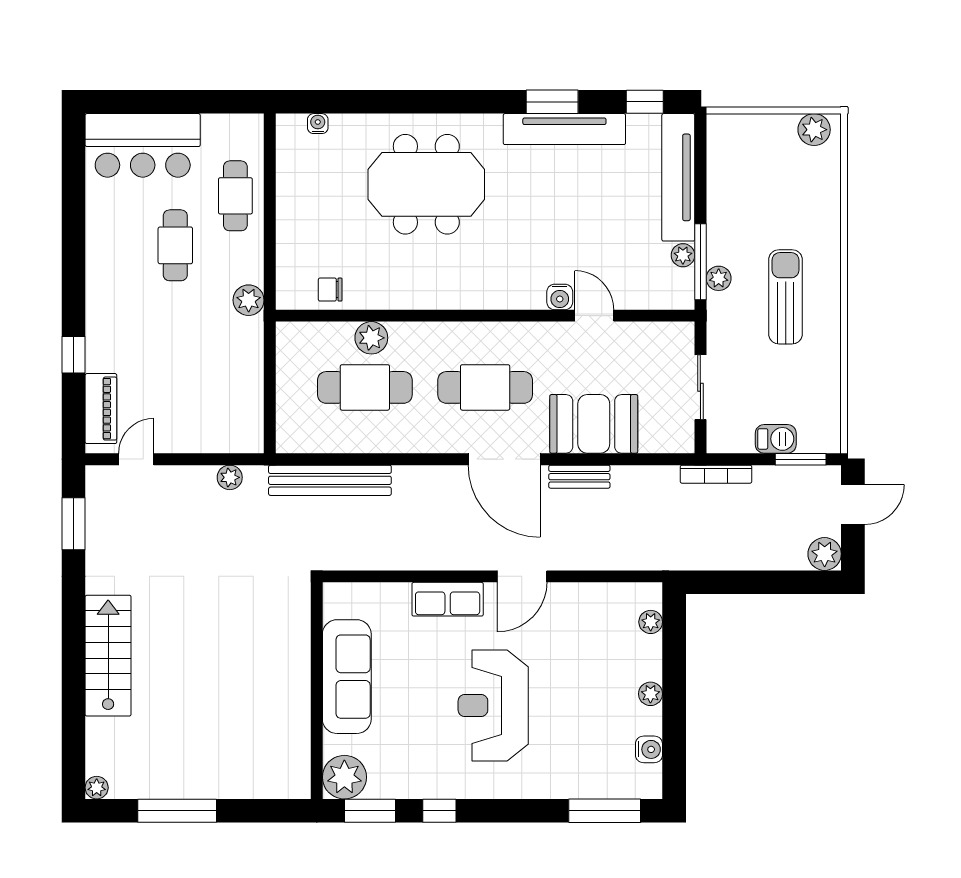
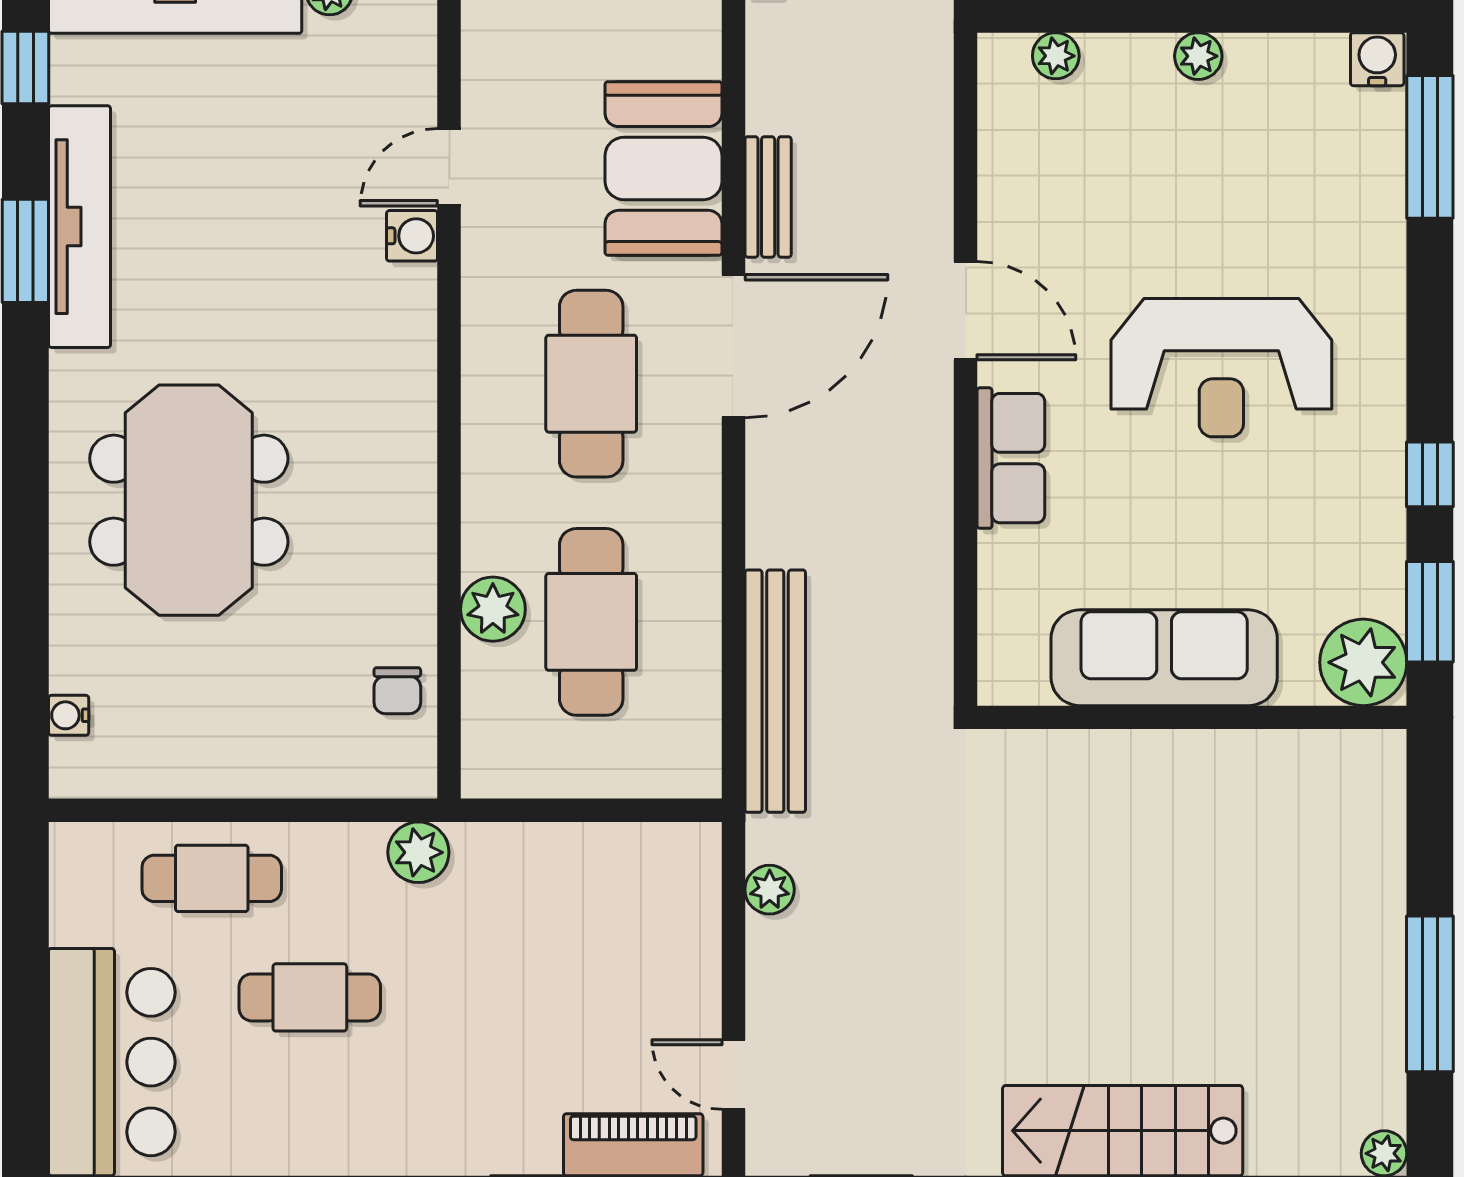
water cooler: (649, 749) -> (1377, 59), moved

